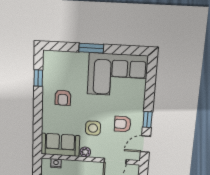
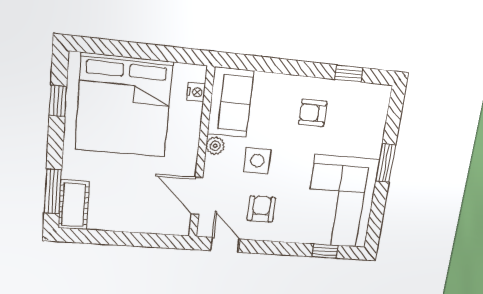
window: (147, 120) -> (325, 251), moved

